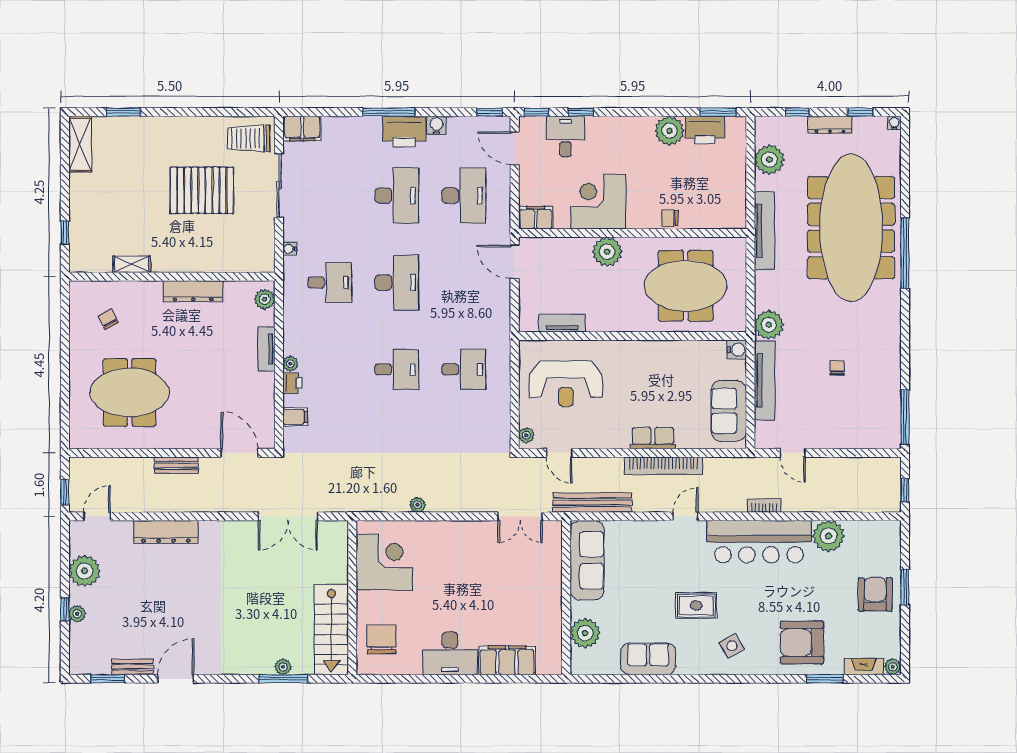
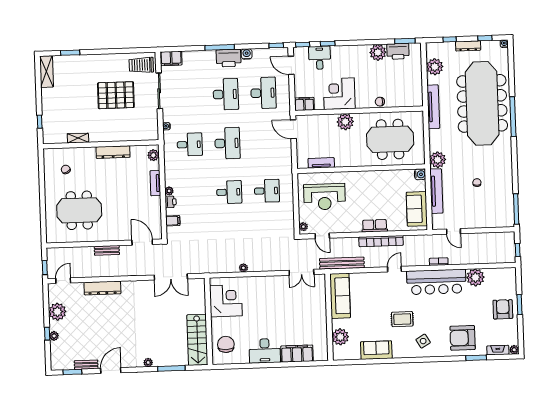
plant: (283, 667) -> (148, 363), moved

